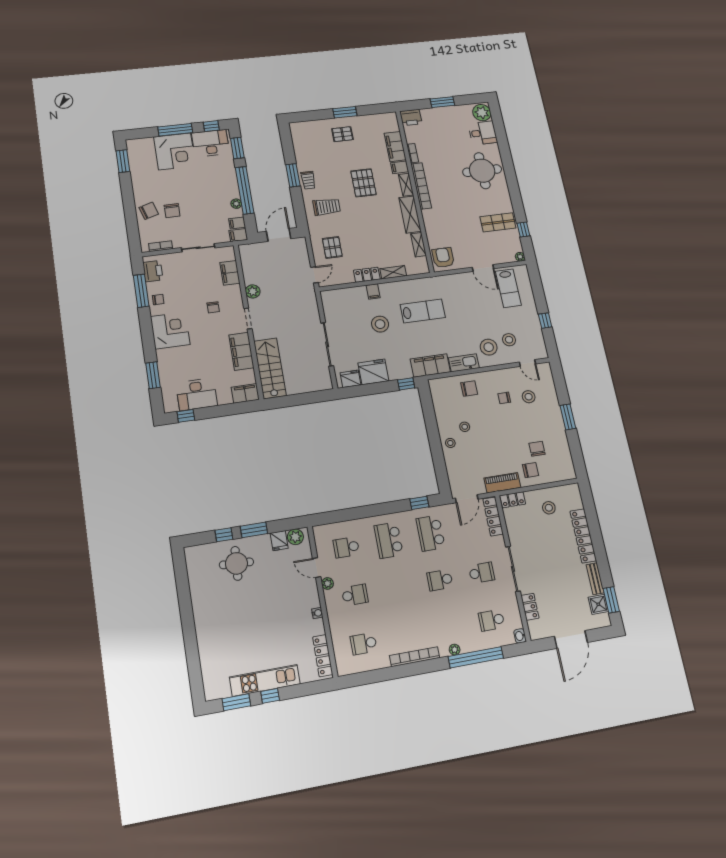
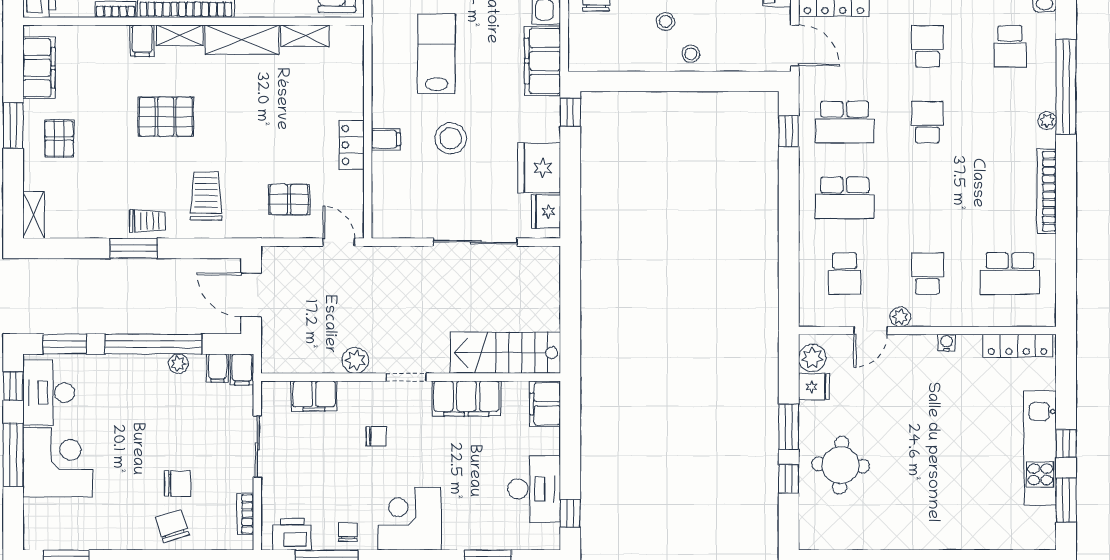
filing cabinet: (395, 147) -> (39, 68), moved, turned -90
shelving: (393, 272) -> (34, 215), moved
school desk: (440, 580) -> (927, 122), turned 180
school desk: (364, 644) -> (1010, 274), width x1.85

